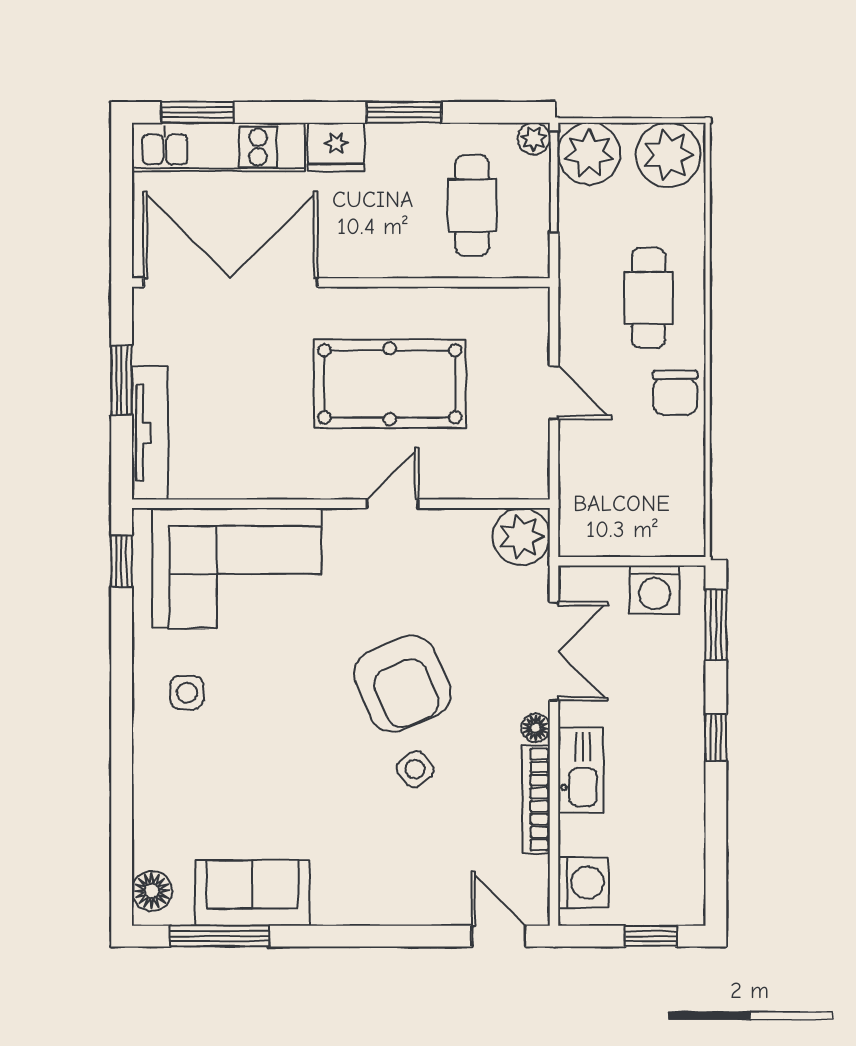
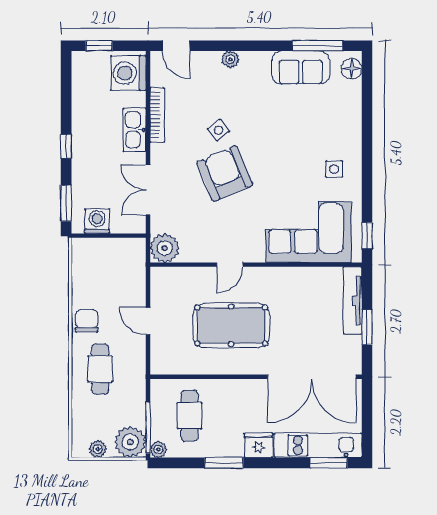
plant: (668, 155) -> (98, 449), width x0.53, depth x0.53
floor lamp: (536, 728) -> (157, 151), removed
washing machine: (583, 882) -> (128, 73), width x1.37, depth x1.37
plant: (392, 909) -> (230, 59), added

